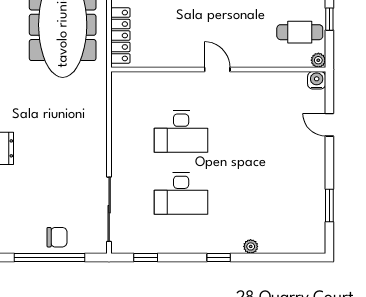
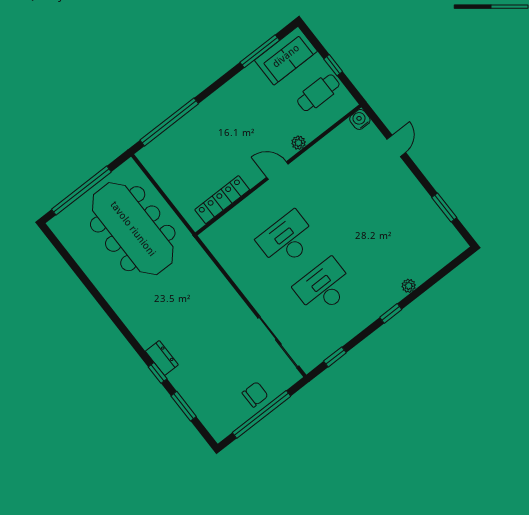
locker: (120, 36) -> (222, 200), moved, turned -90
plant: (318, 60) -> (299, 143), moved
door: (329, 125) -> (396, 146), swing flipped
desk: (181, 131) -> (287, 239), turned 180
desk: (181, 194) -> (324, 287), turned 180

